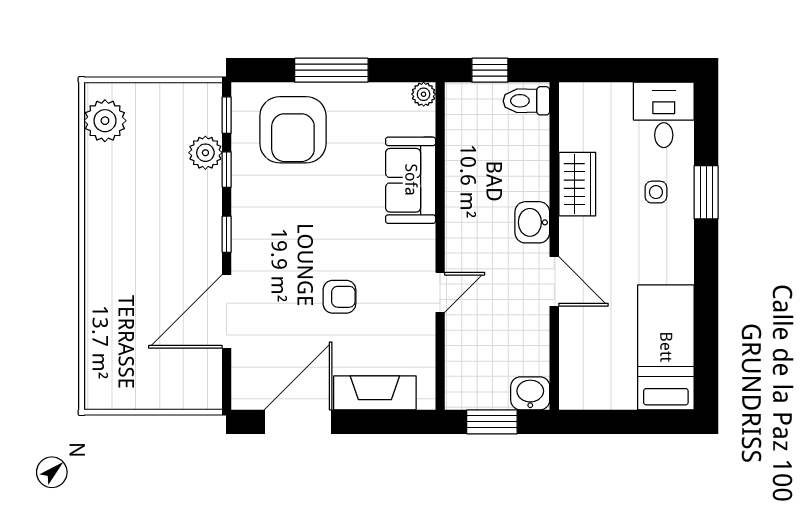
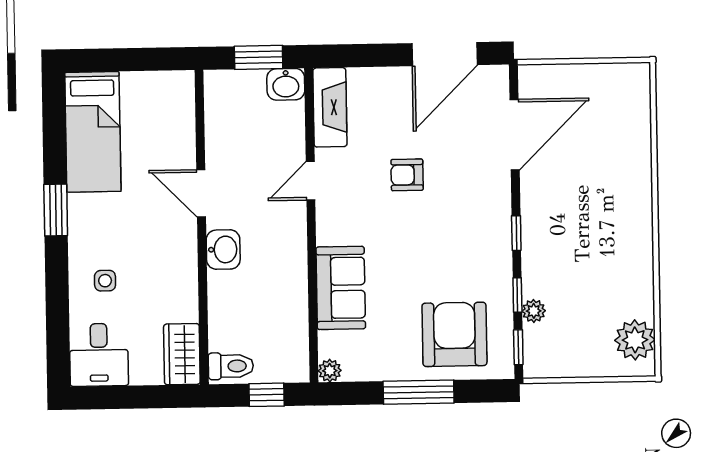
plant: (205, 153) -> (534, 311), width x0.73, depth x0.73
wardrobe: (577, 184) -> (182, 354), moved
window: (706, 192) -> (56, 210), moved
door: (227, 311) -> (515, 135), moved
fireplace: (375, 393) -> (330, 107), moved, turned -90
washbasin: (530, 393) -> (286, 84), moved

